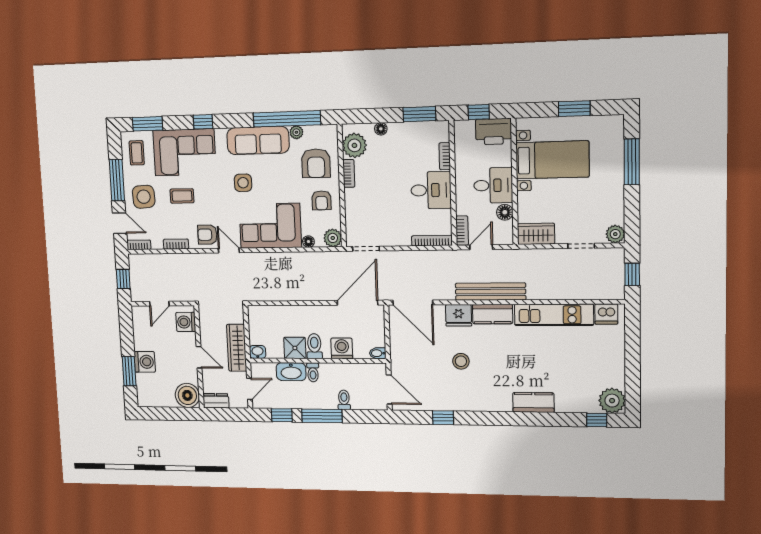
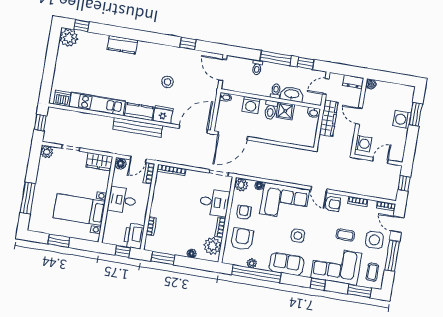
printer: (494, 132) -> (134, 236), moved, turned -90
sofa: (258, 140) -> (286, 264), width x0.73
desk: (431, 190) -> (214, 202), moved, turned 180
floor lamp: (505, 212) -> (120, 163), moved
door: (413, 303) -> (193, 129), hinge flipped
boiler: (187, 395) -> (371, 84), width x0.54, depth x0.54

